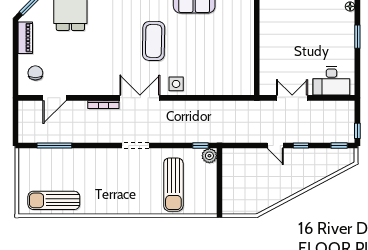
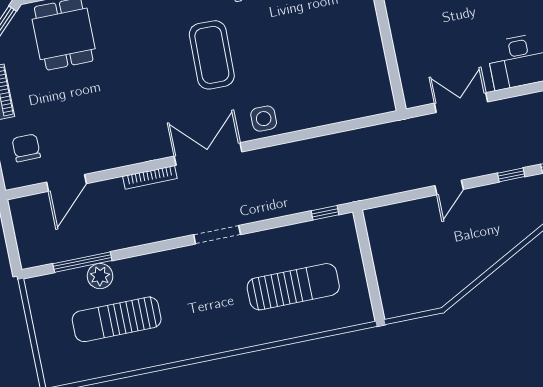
door: (275, 146) -> (449, 188), hinge flipped
window: (301, 146) -> (511, 175), moved
plant: (209, 156) -> (100, 276), moved
sun lounger: (173, 185) -> (293, 287), turned -90
sun lounger: (54, 200) -> (117, 319), moved

